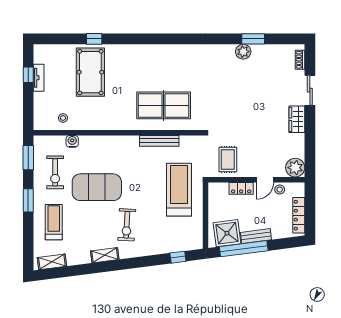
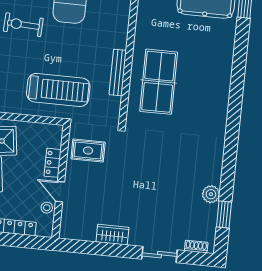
window: (253, 39) -> (224, 214), moved
plant: (243, 52) -> (211, 194), moved
wardrobe: (297, 119) -> (112, 235), moved
plant: (295, 168) -> (71, 228), removed

